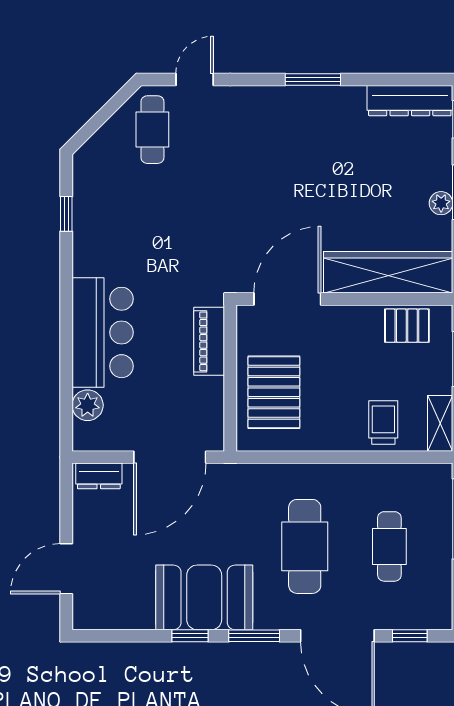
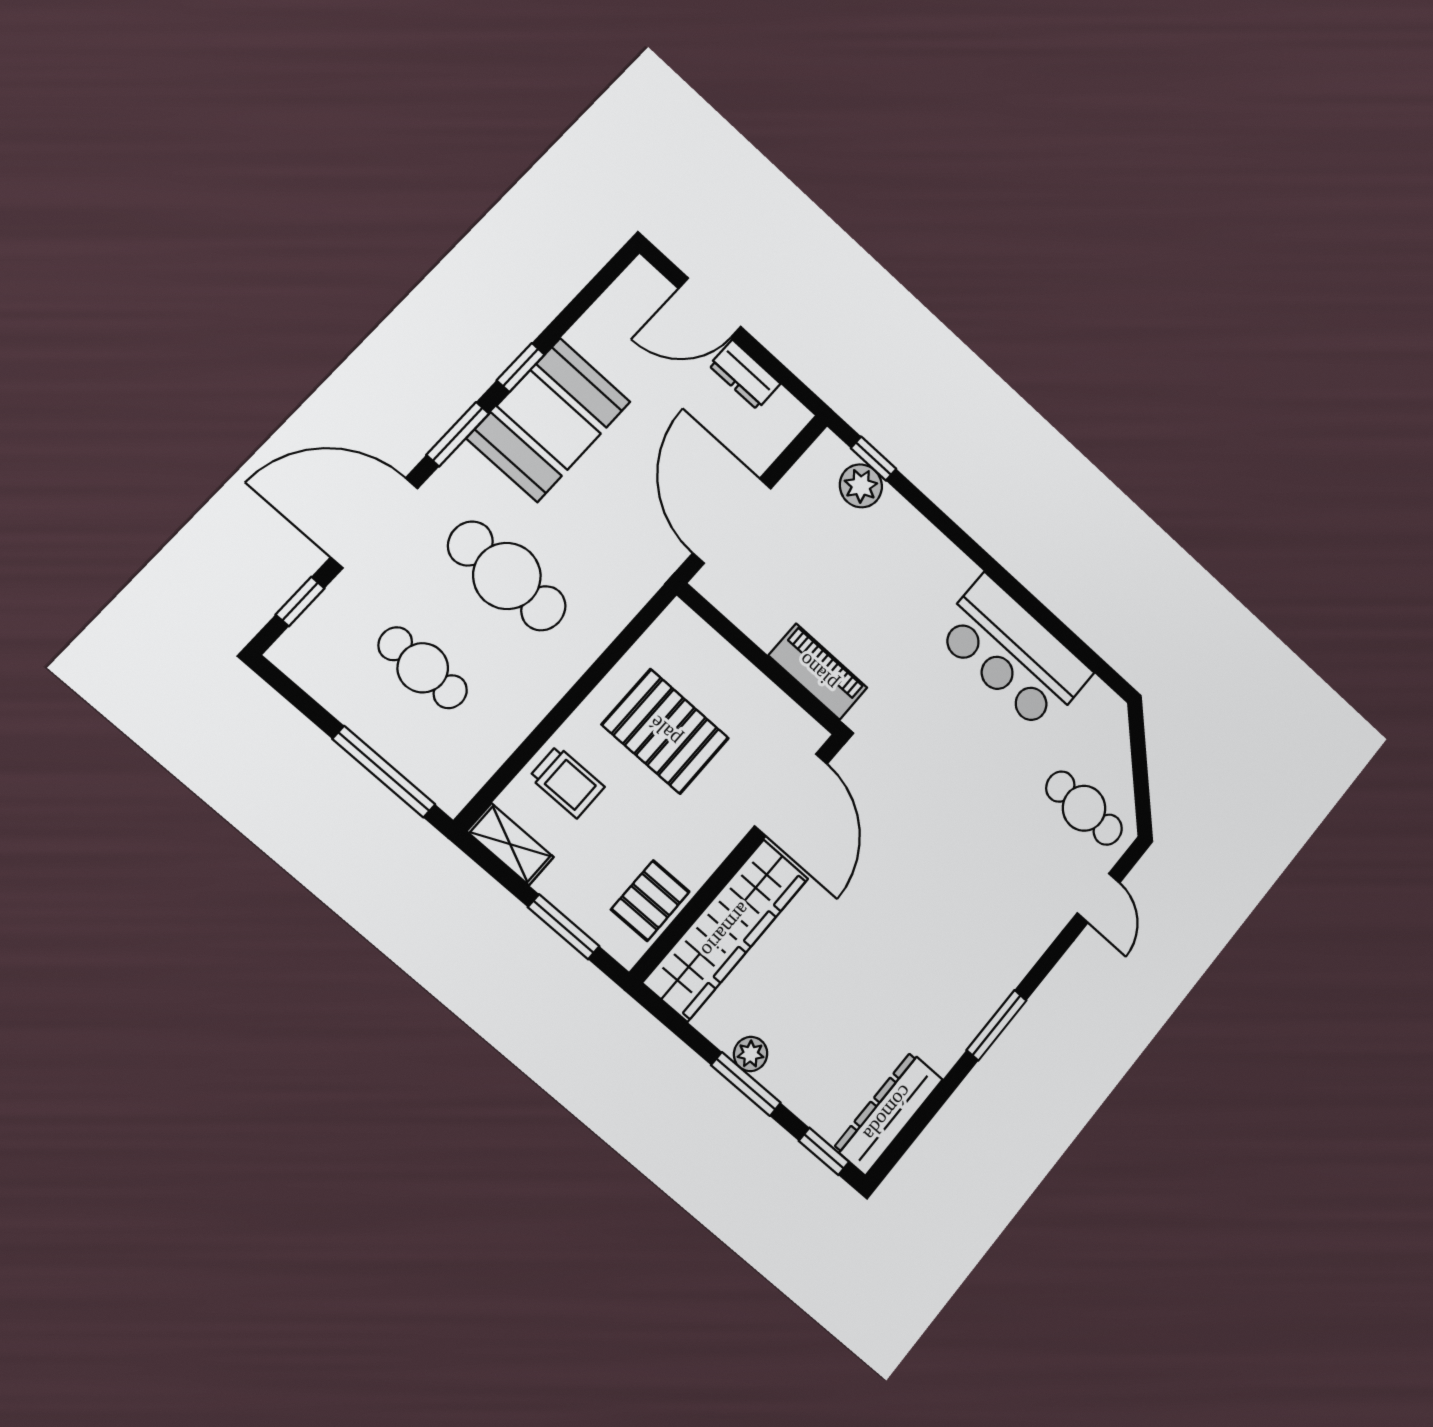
window: (66, 214) -> (874, 459), moved
bar counter: (103, 332) -> (1013, 653), moved
pallet: (274, 392) -> (665, 731), moved
dresser: (99, 476) -> (745, 375), moved, turned -90
door: (66, 569) -> (710, 308), swing flipped

